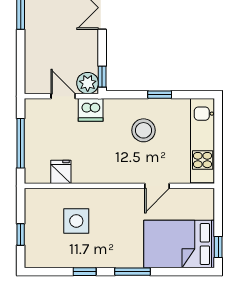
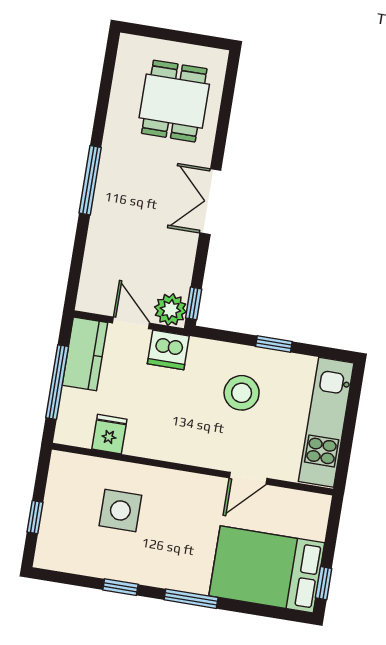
kitchen counter: (36, 122) -> (85, 354), added

